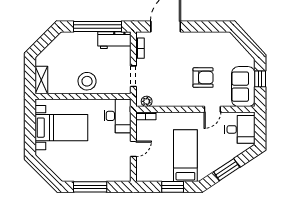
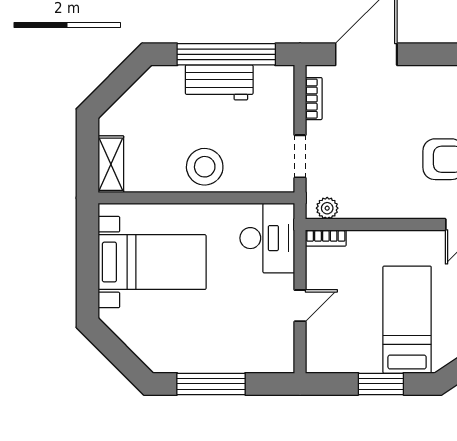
workbench: (114, 40) -> (219, 82), moved

